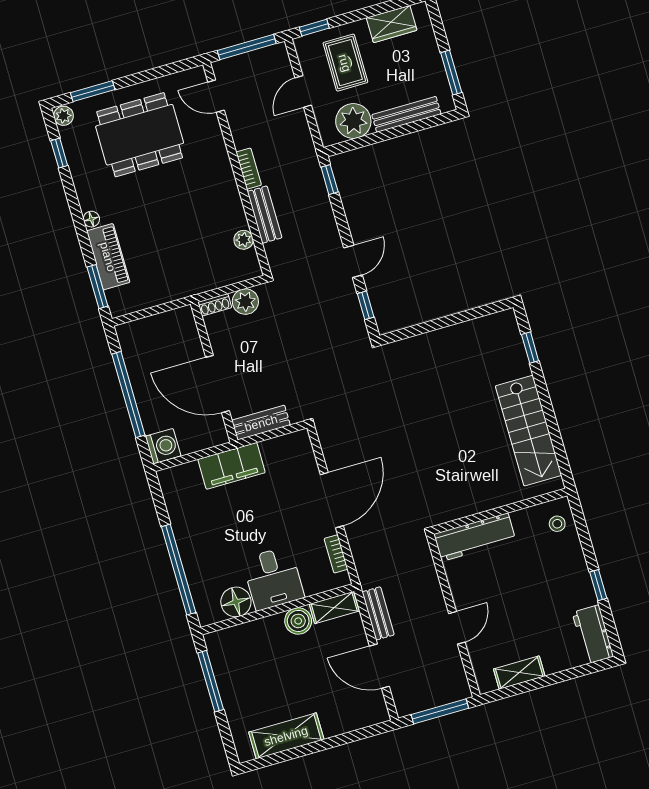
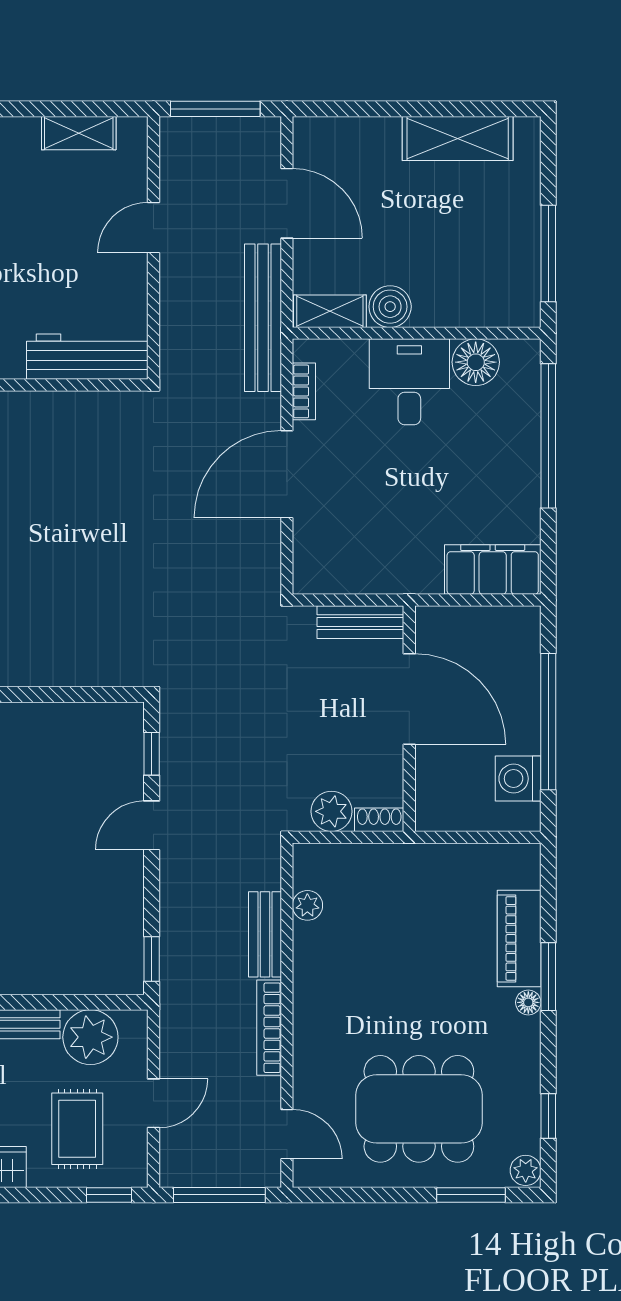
bookcase: (249, 169) -> (269, 1028), width x1.56
window: (97, 287) -> (548, 977), moved
washing machine: (163, 446) -> (518, 779), moved
filing cabinet: (232, 466) -> (493, 570), moved
bench: (378, 613) -> (263, 318), width x1.86, depth x1.21

